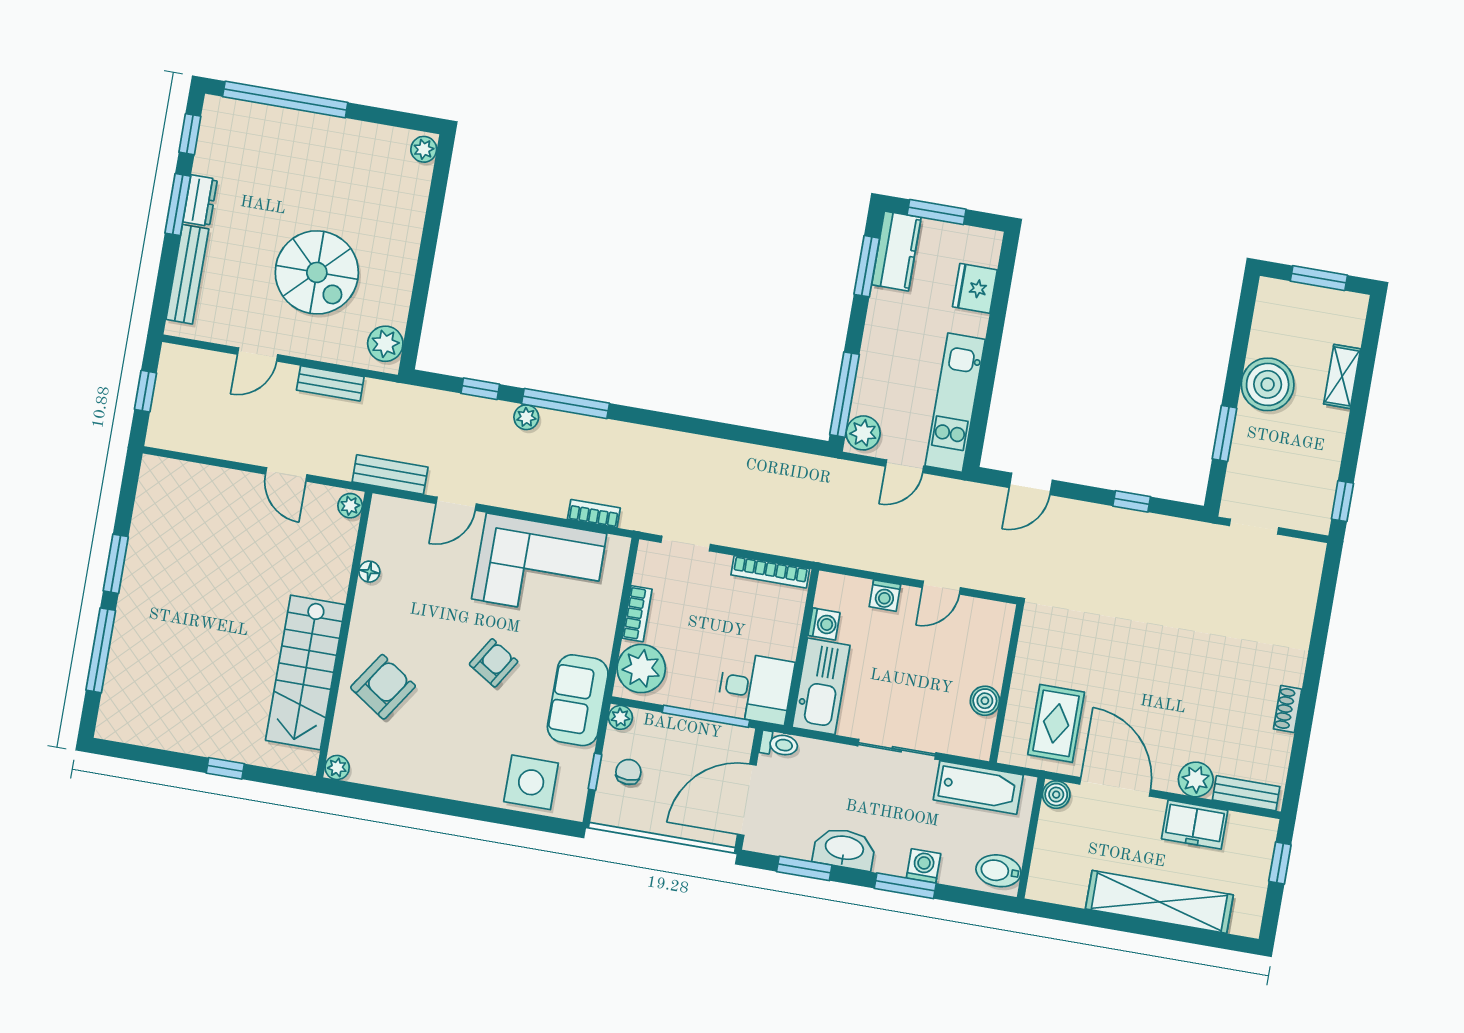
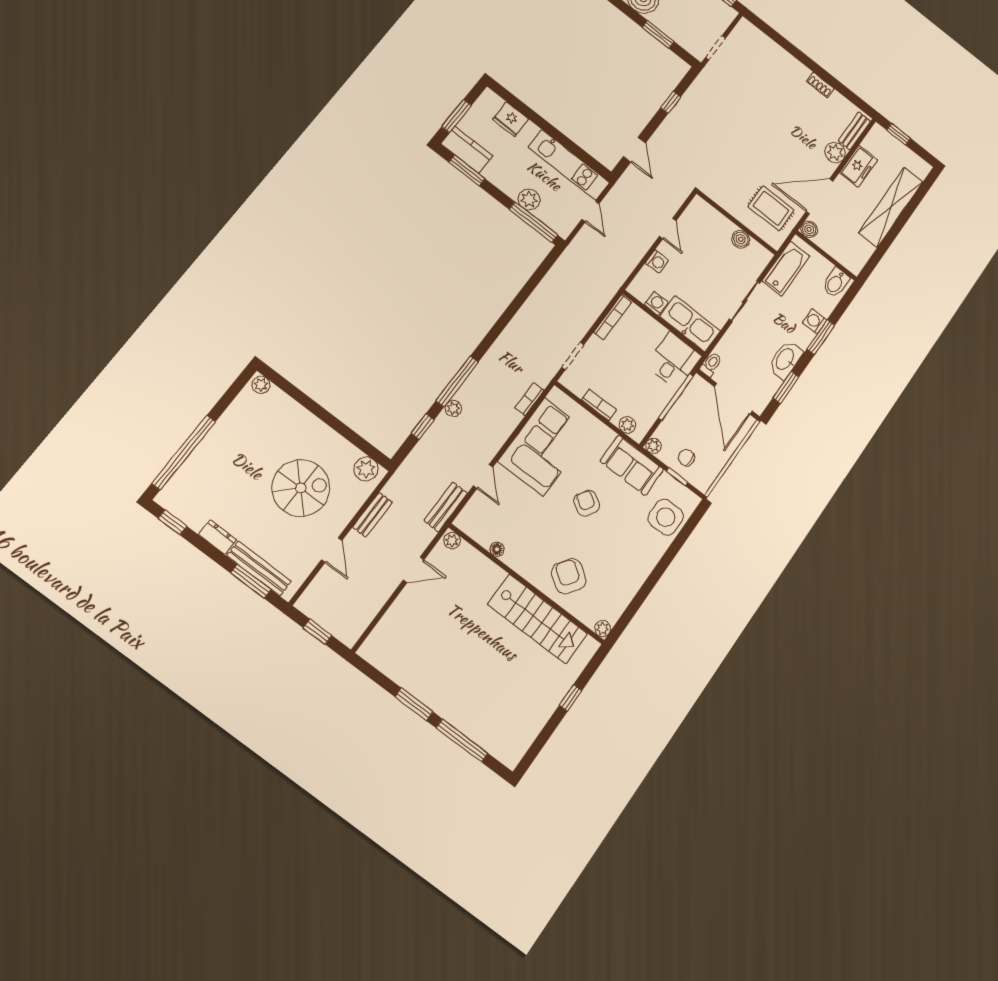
window: (178, 205) -> (251, 581), moved
plant: (863, 433) -> (529, 200), moved
plant: (641, 669) -> (627, 425), width x0.53, depth x0.53

